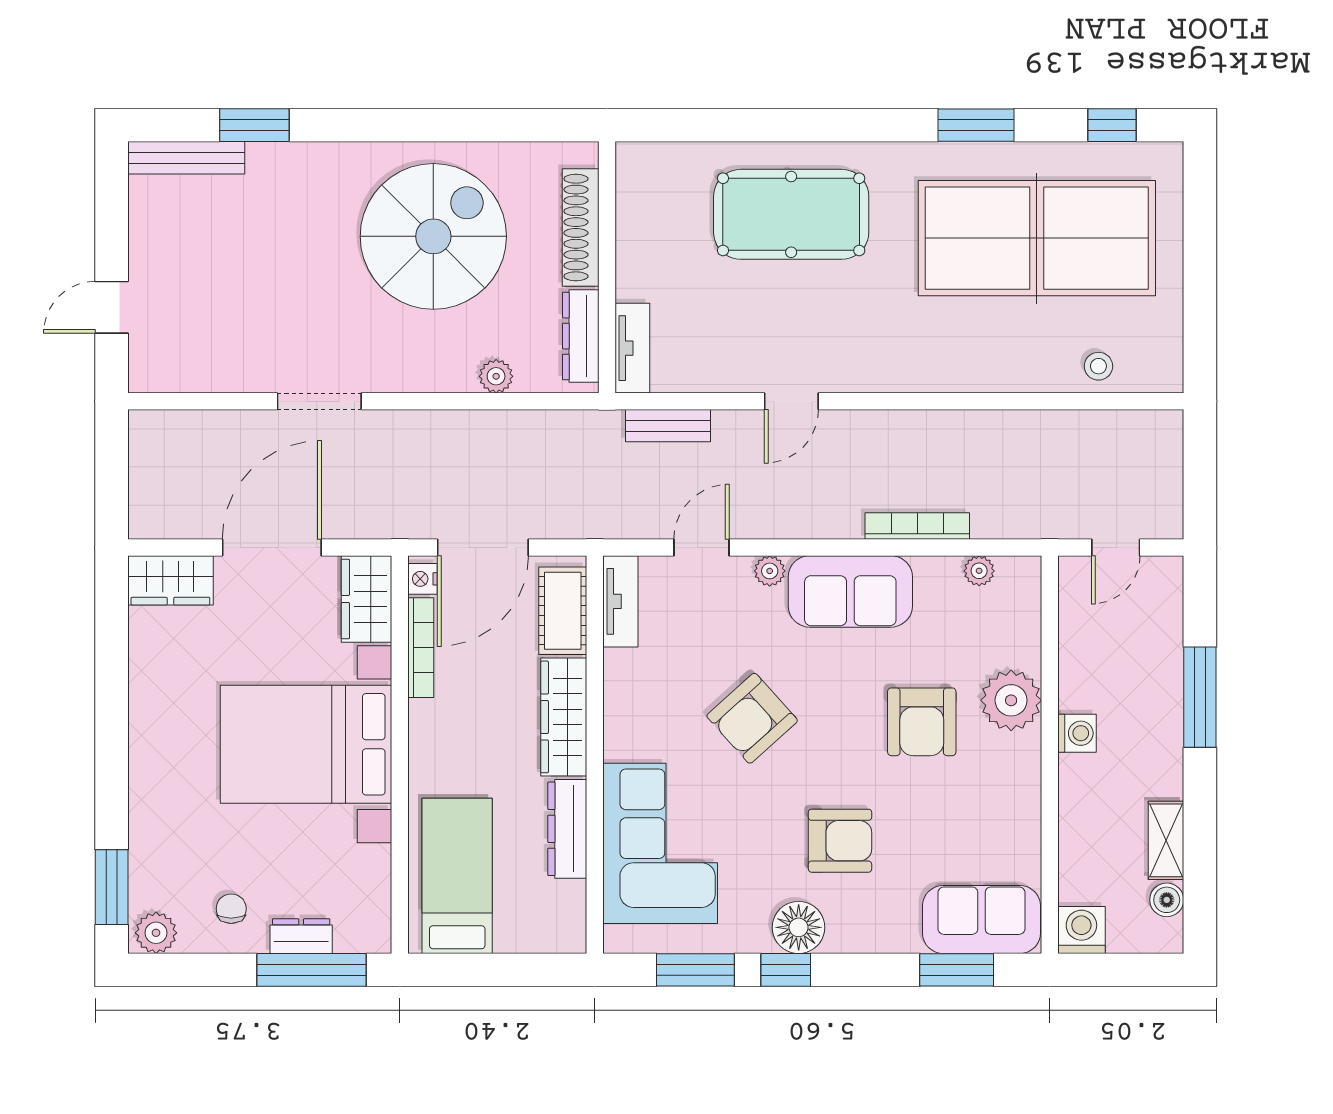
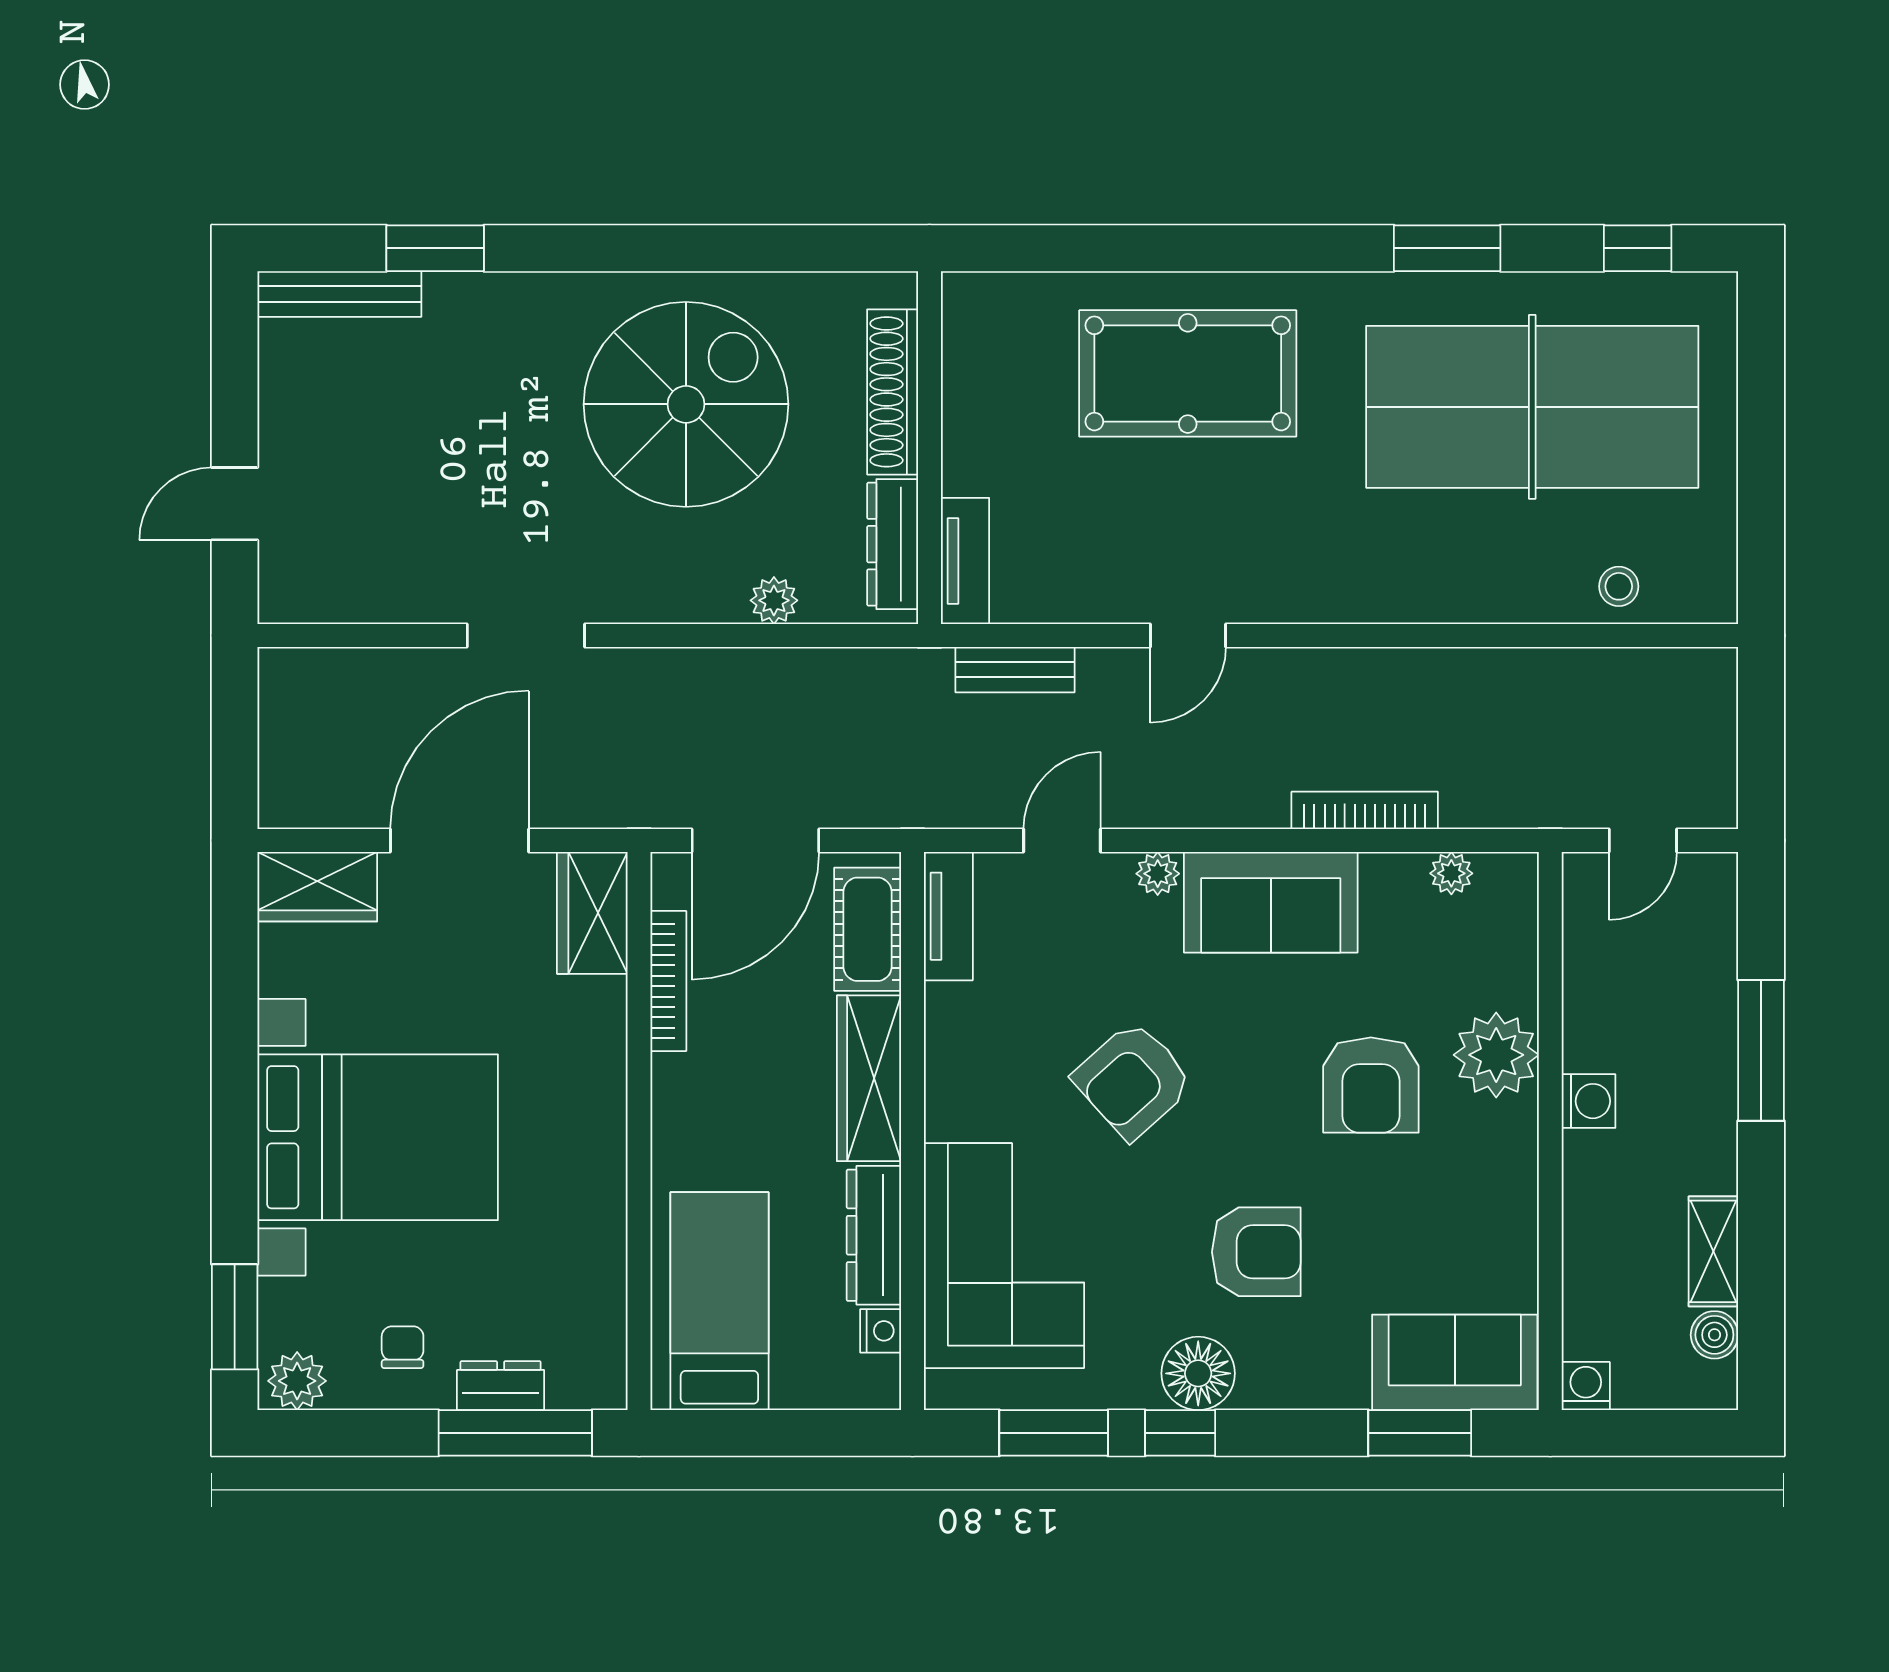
nightstand: (423, 579) -> (881, 1331), moved, turned 180
bed with nightstands: (306, 744) -> (378, 1137), moved, turned 180
washing machine: (1081, 930) -> (1586, 1386), width x0.73, depth x0.73

